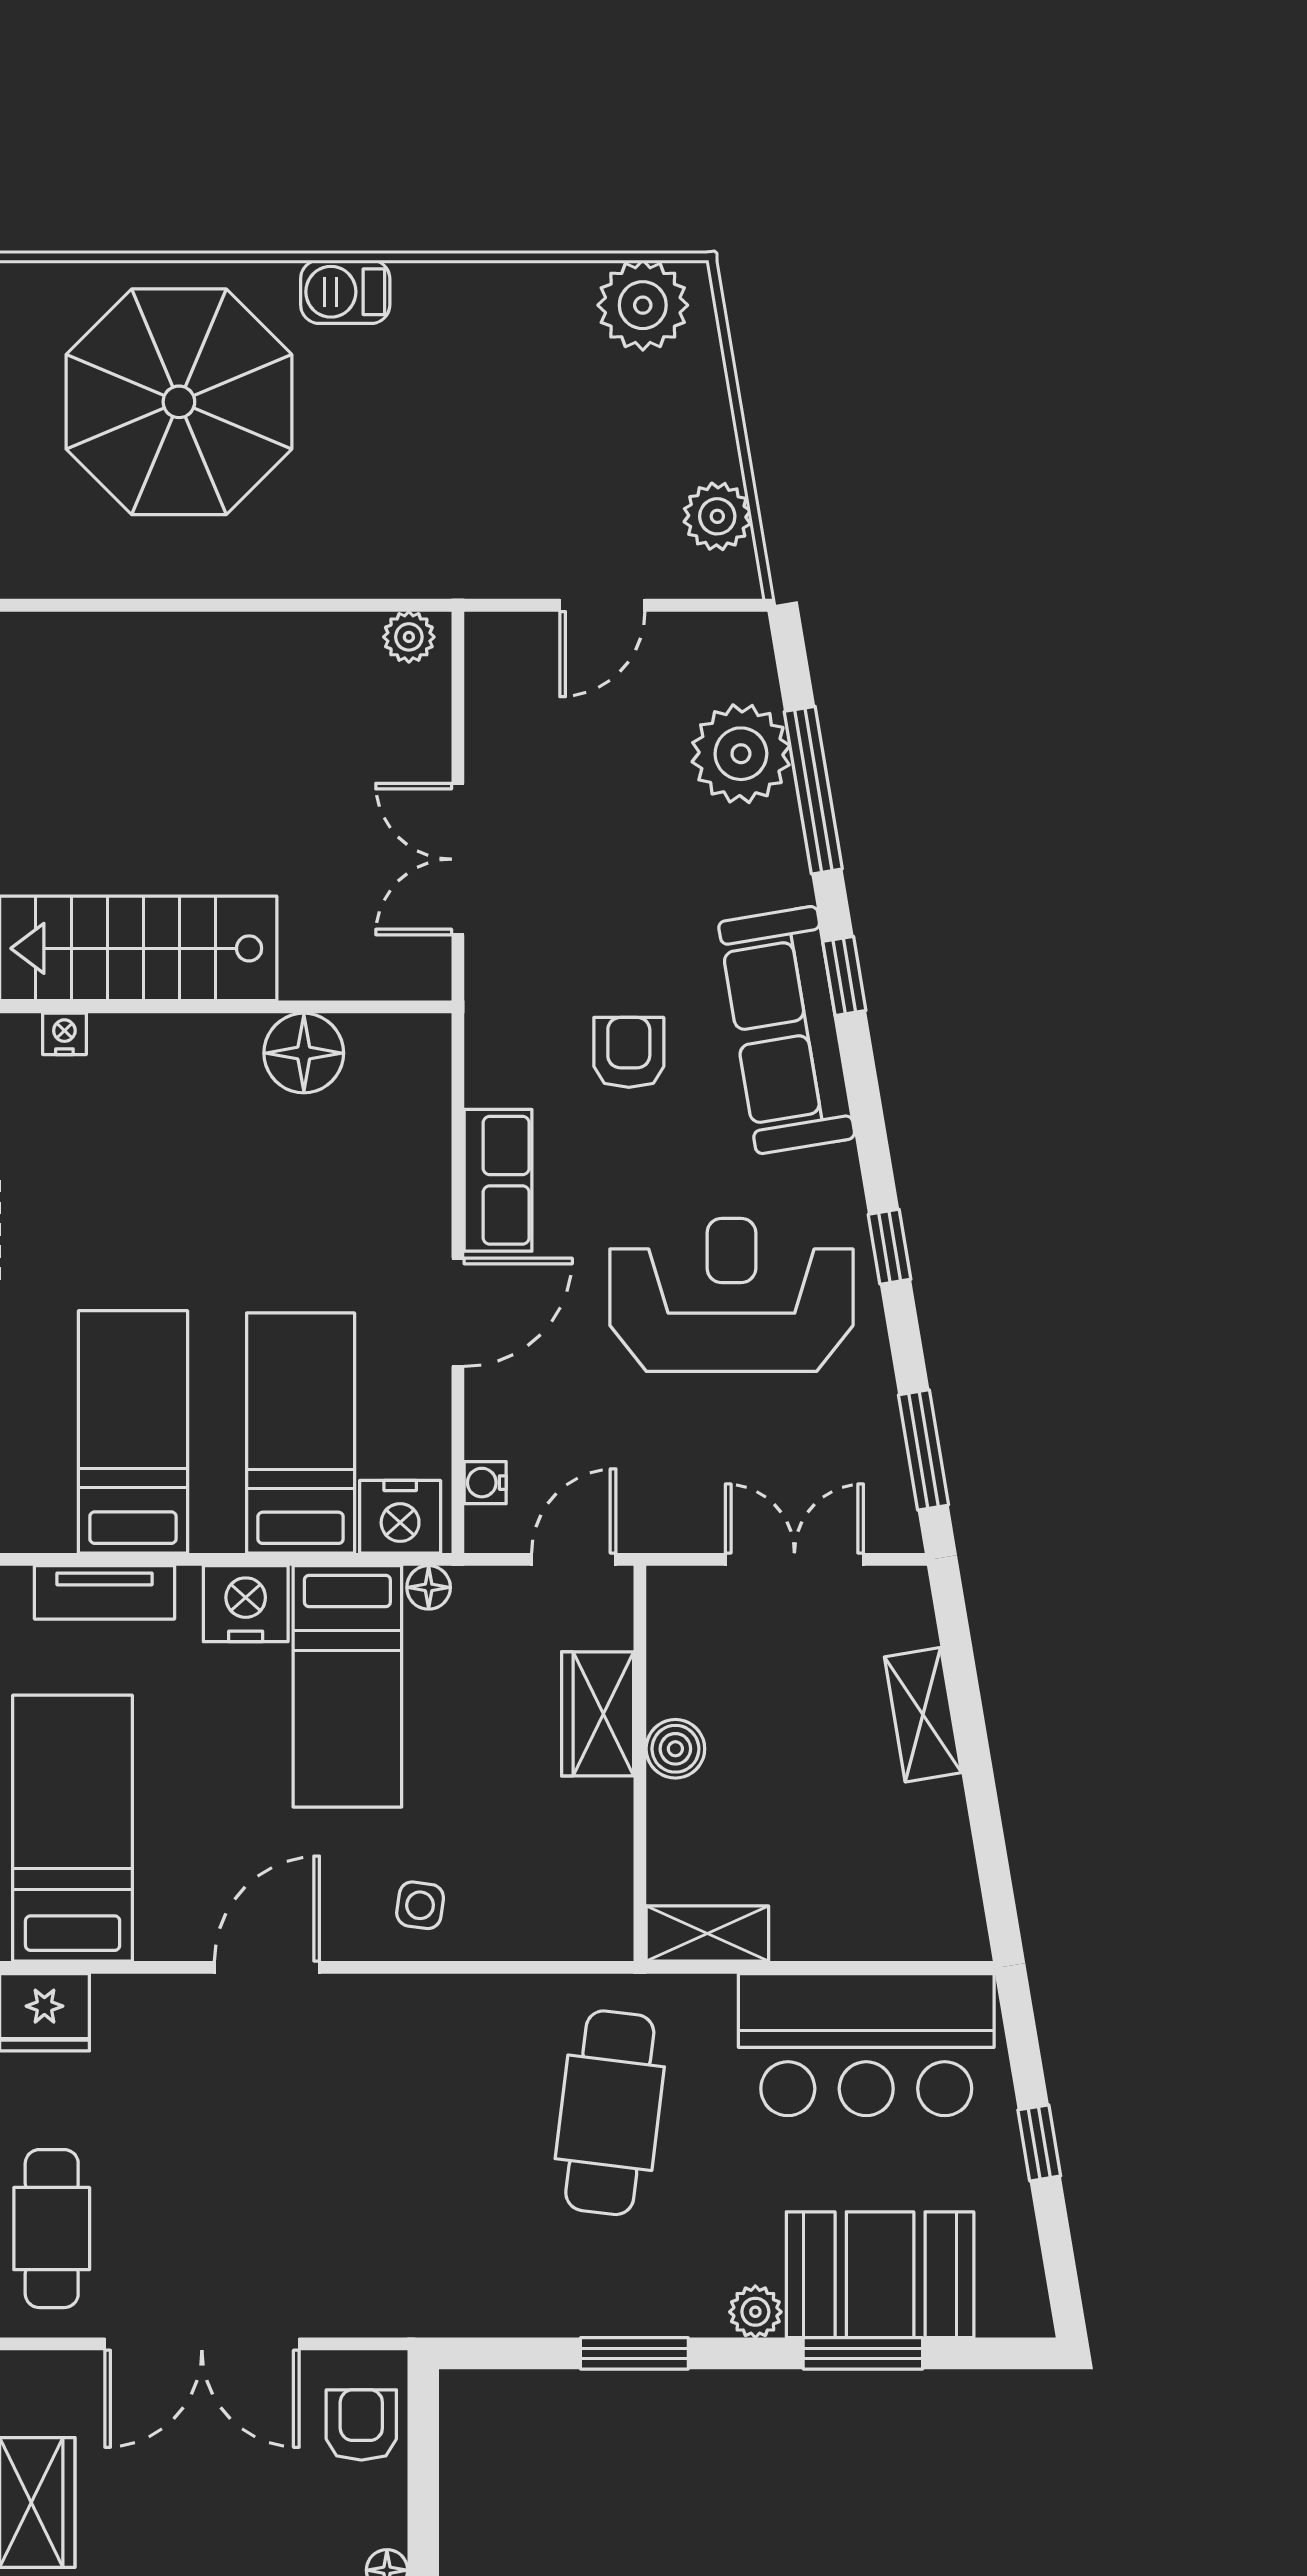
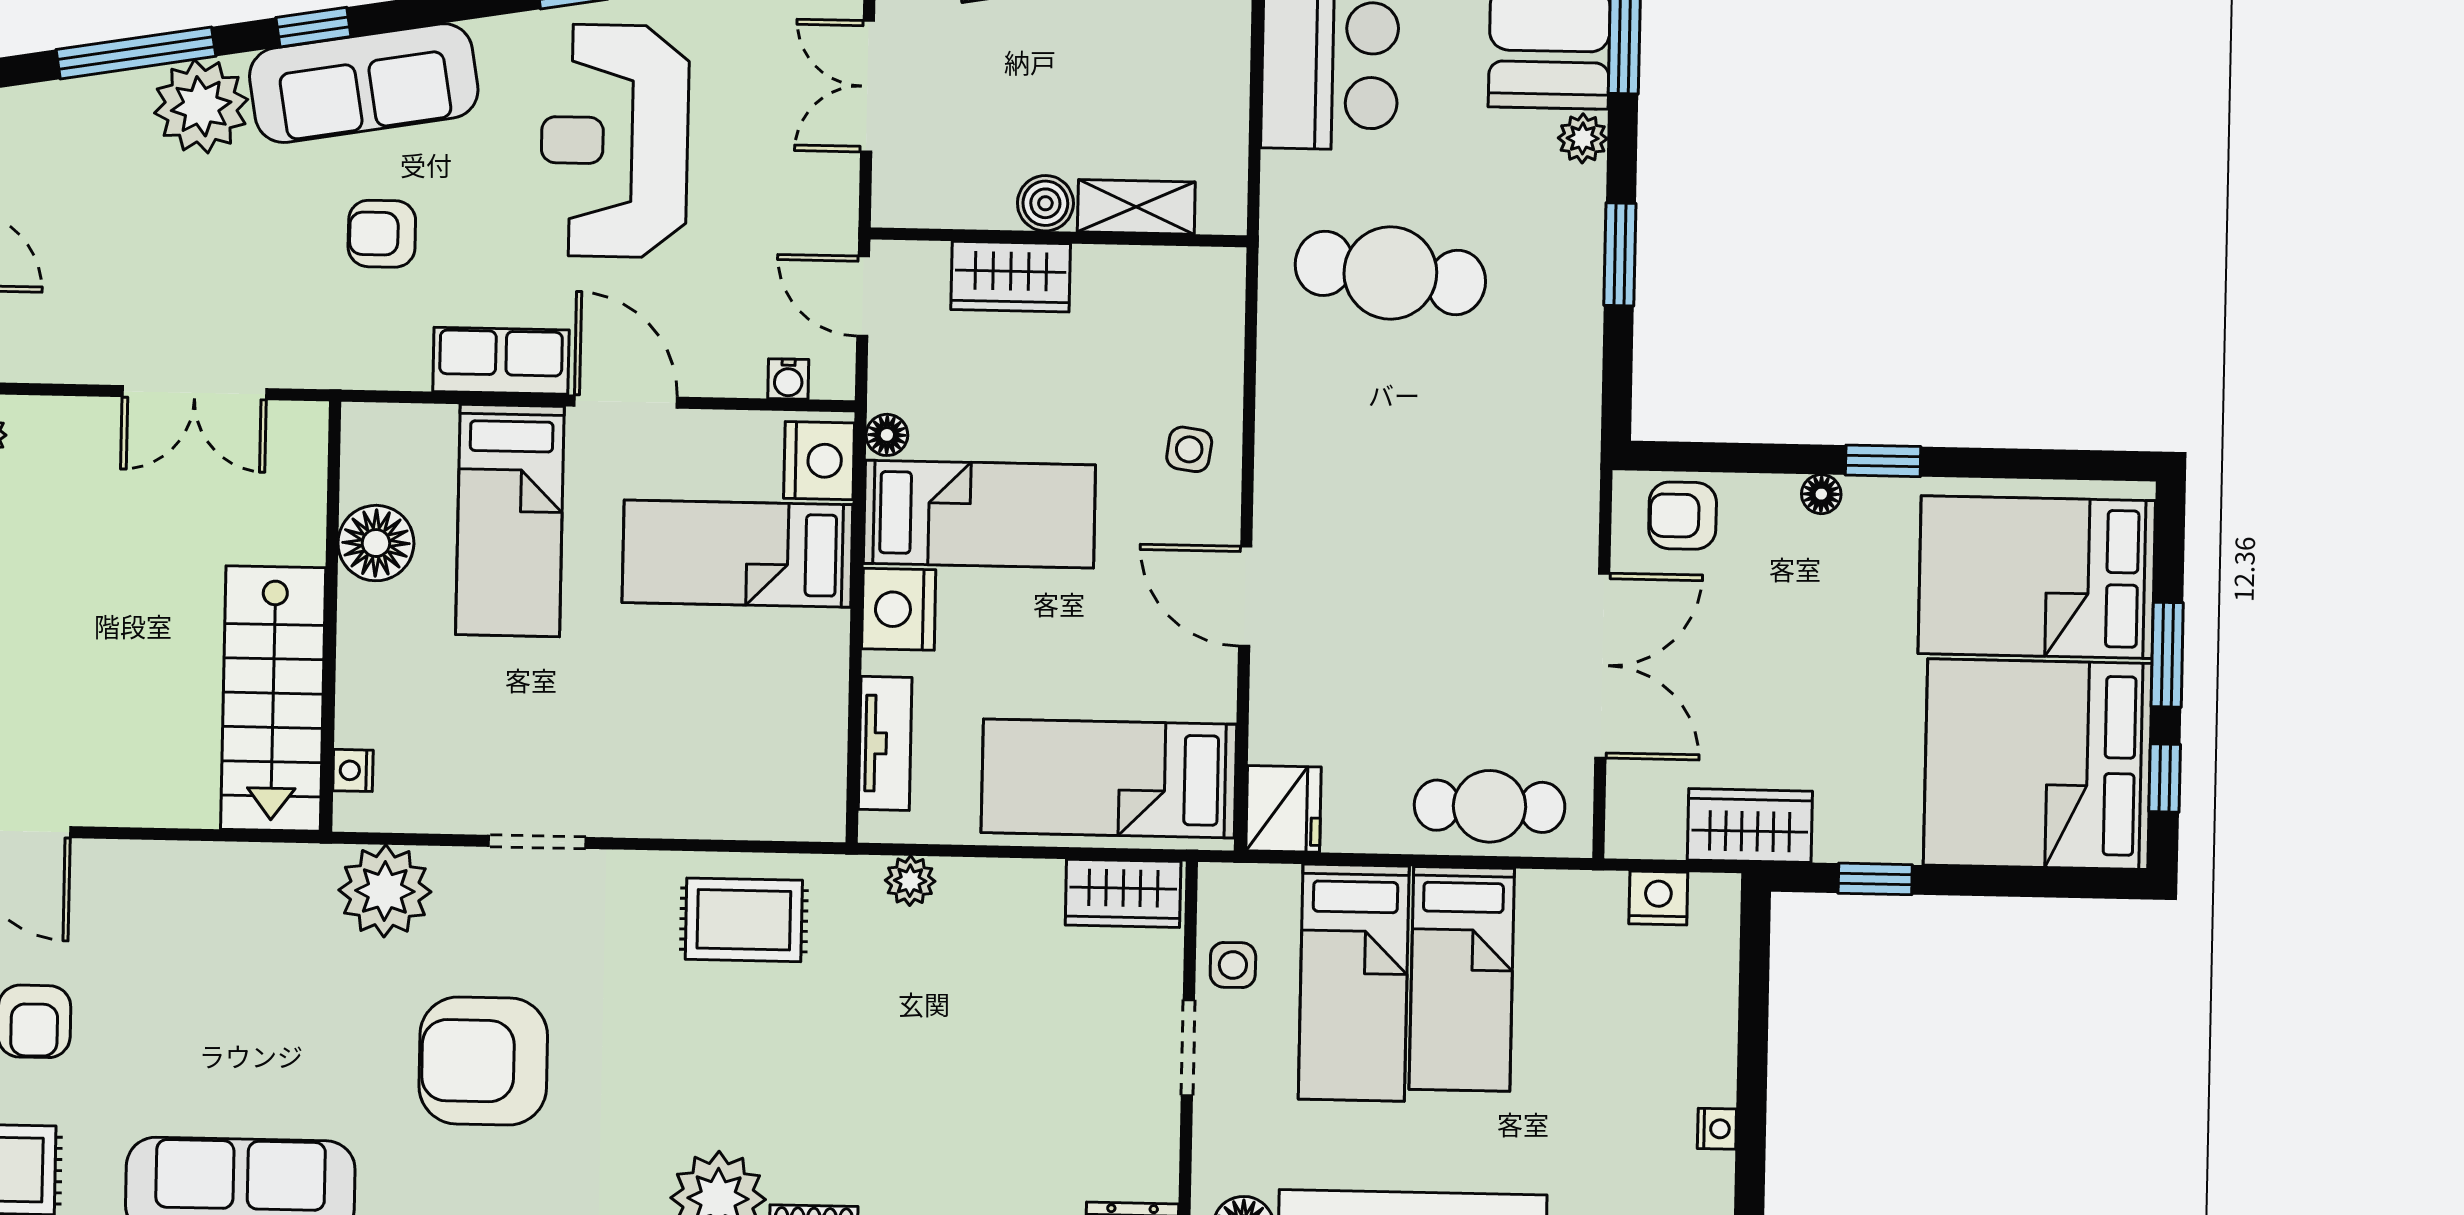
plant: (741, 754) -> (201, 106), moved
bed: (133, 1432) -> (510, 521), moved, turned -90
shelving: (707, 1933) -> (1136, 207), moved, turned 90

